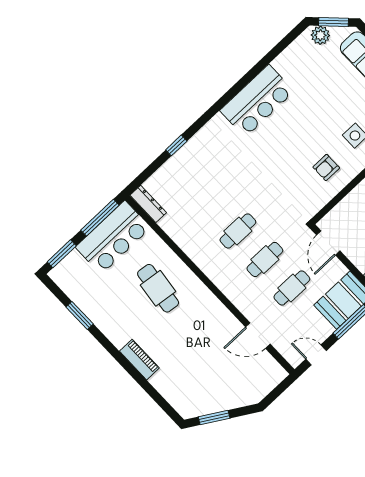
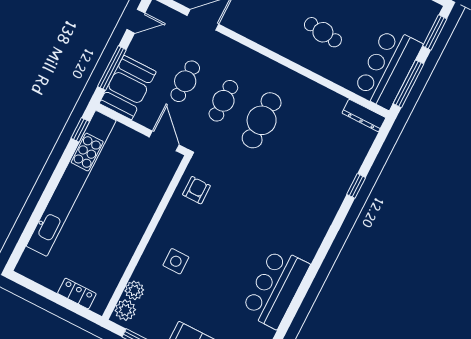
bar counter: (257, 101) -> (276, 288), moved
armchair: (326, 167) -> (196, 190), moved
cafe table: (238, 231) -> (262, 120), width x1.37, depth x1.35
cafe table: (158, 288) -> (323, 32), width x0.73, depth x0.74

